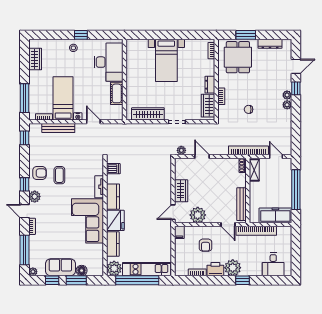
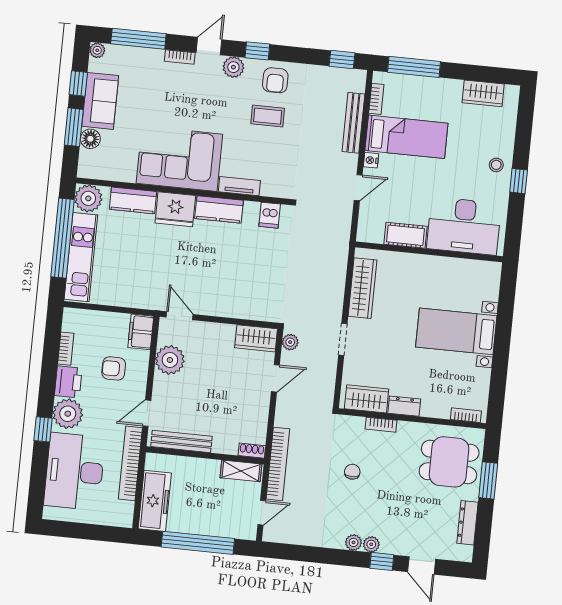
wardrobe: (181, 191) -> (256, 338), moved
filing cabinet: (179, 232) -> (141, 332), width x2.00
desk: (273, 264) -> (74, 471), width x1.87, depth x1.30

